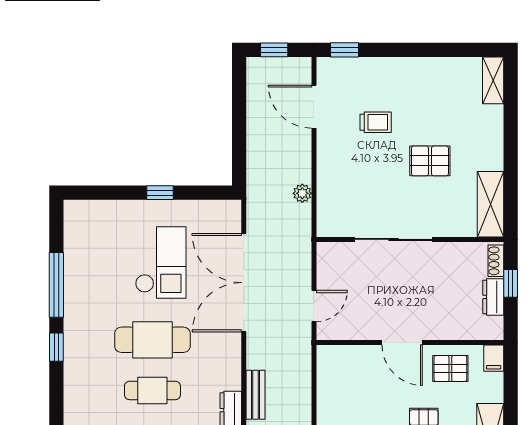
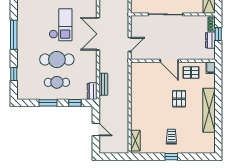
double door: (244, 283) -> (98, 34), width x0.73
window: (56, 347) -> (14, 74), moved

